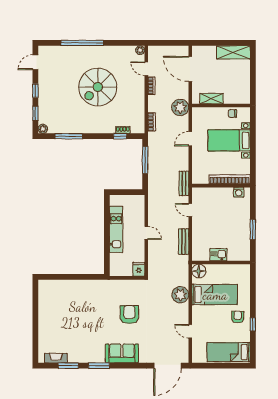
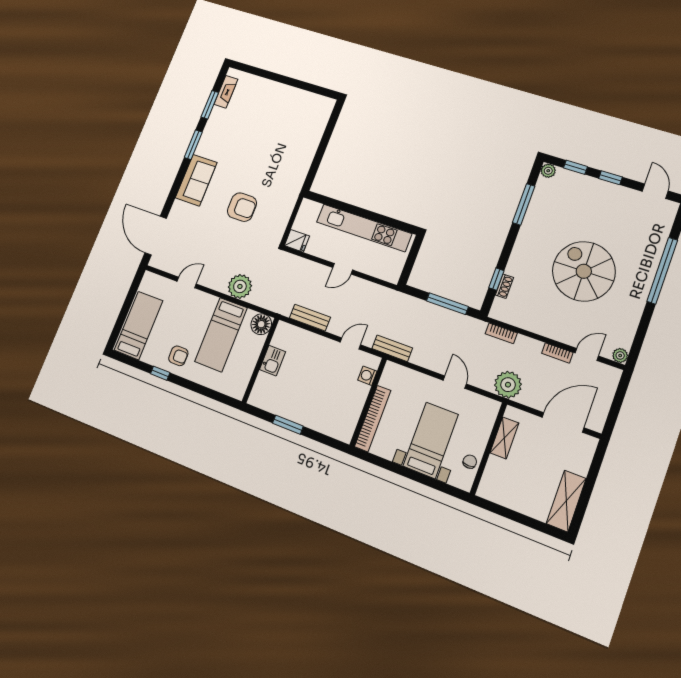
washing machine: (239, 192) -> (367, 376), moved
kitchen unit: (116, 229) -> (364, 228), width x1.36

